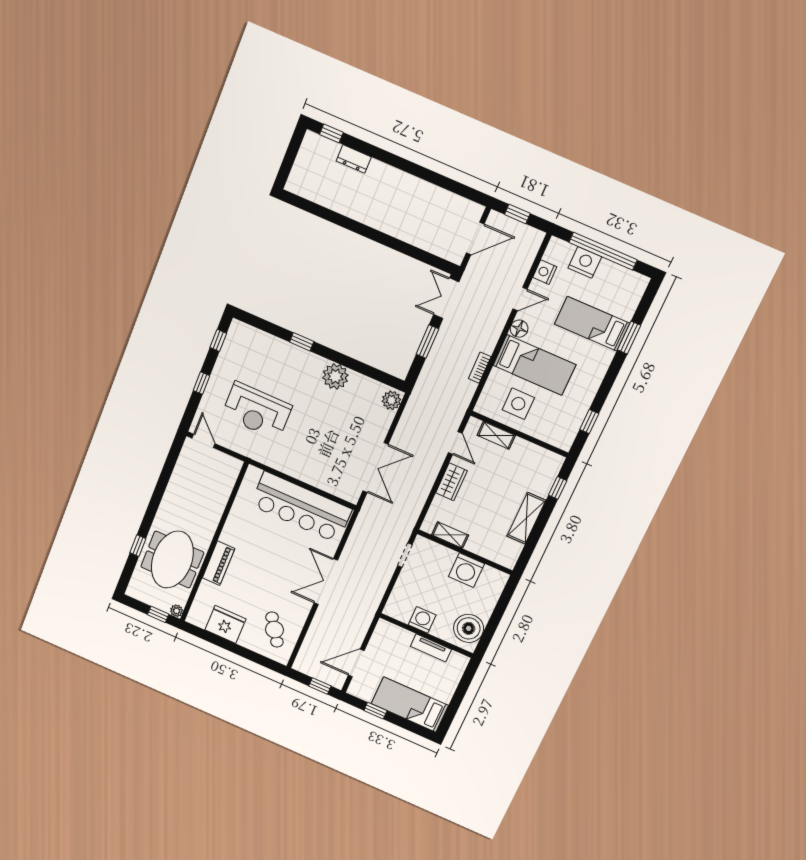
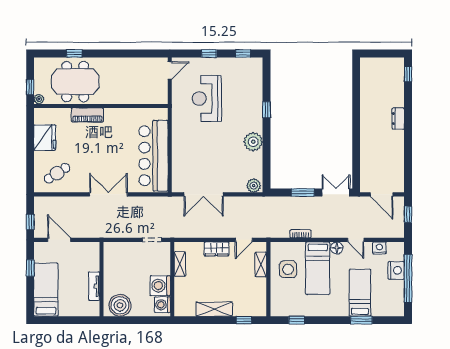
dresser: (354, 159) -> (398, 119), moved
washing machine: (422, 620) -> (162, 305), moved, turned 180

